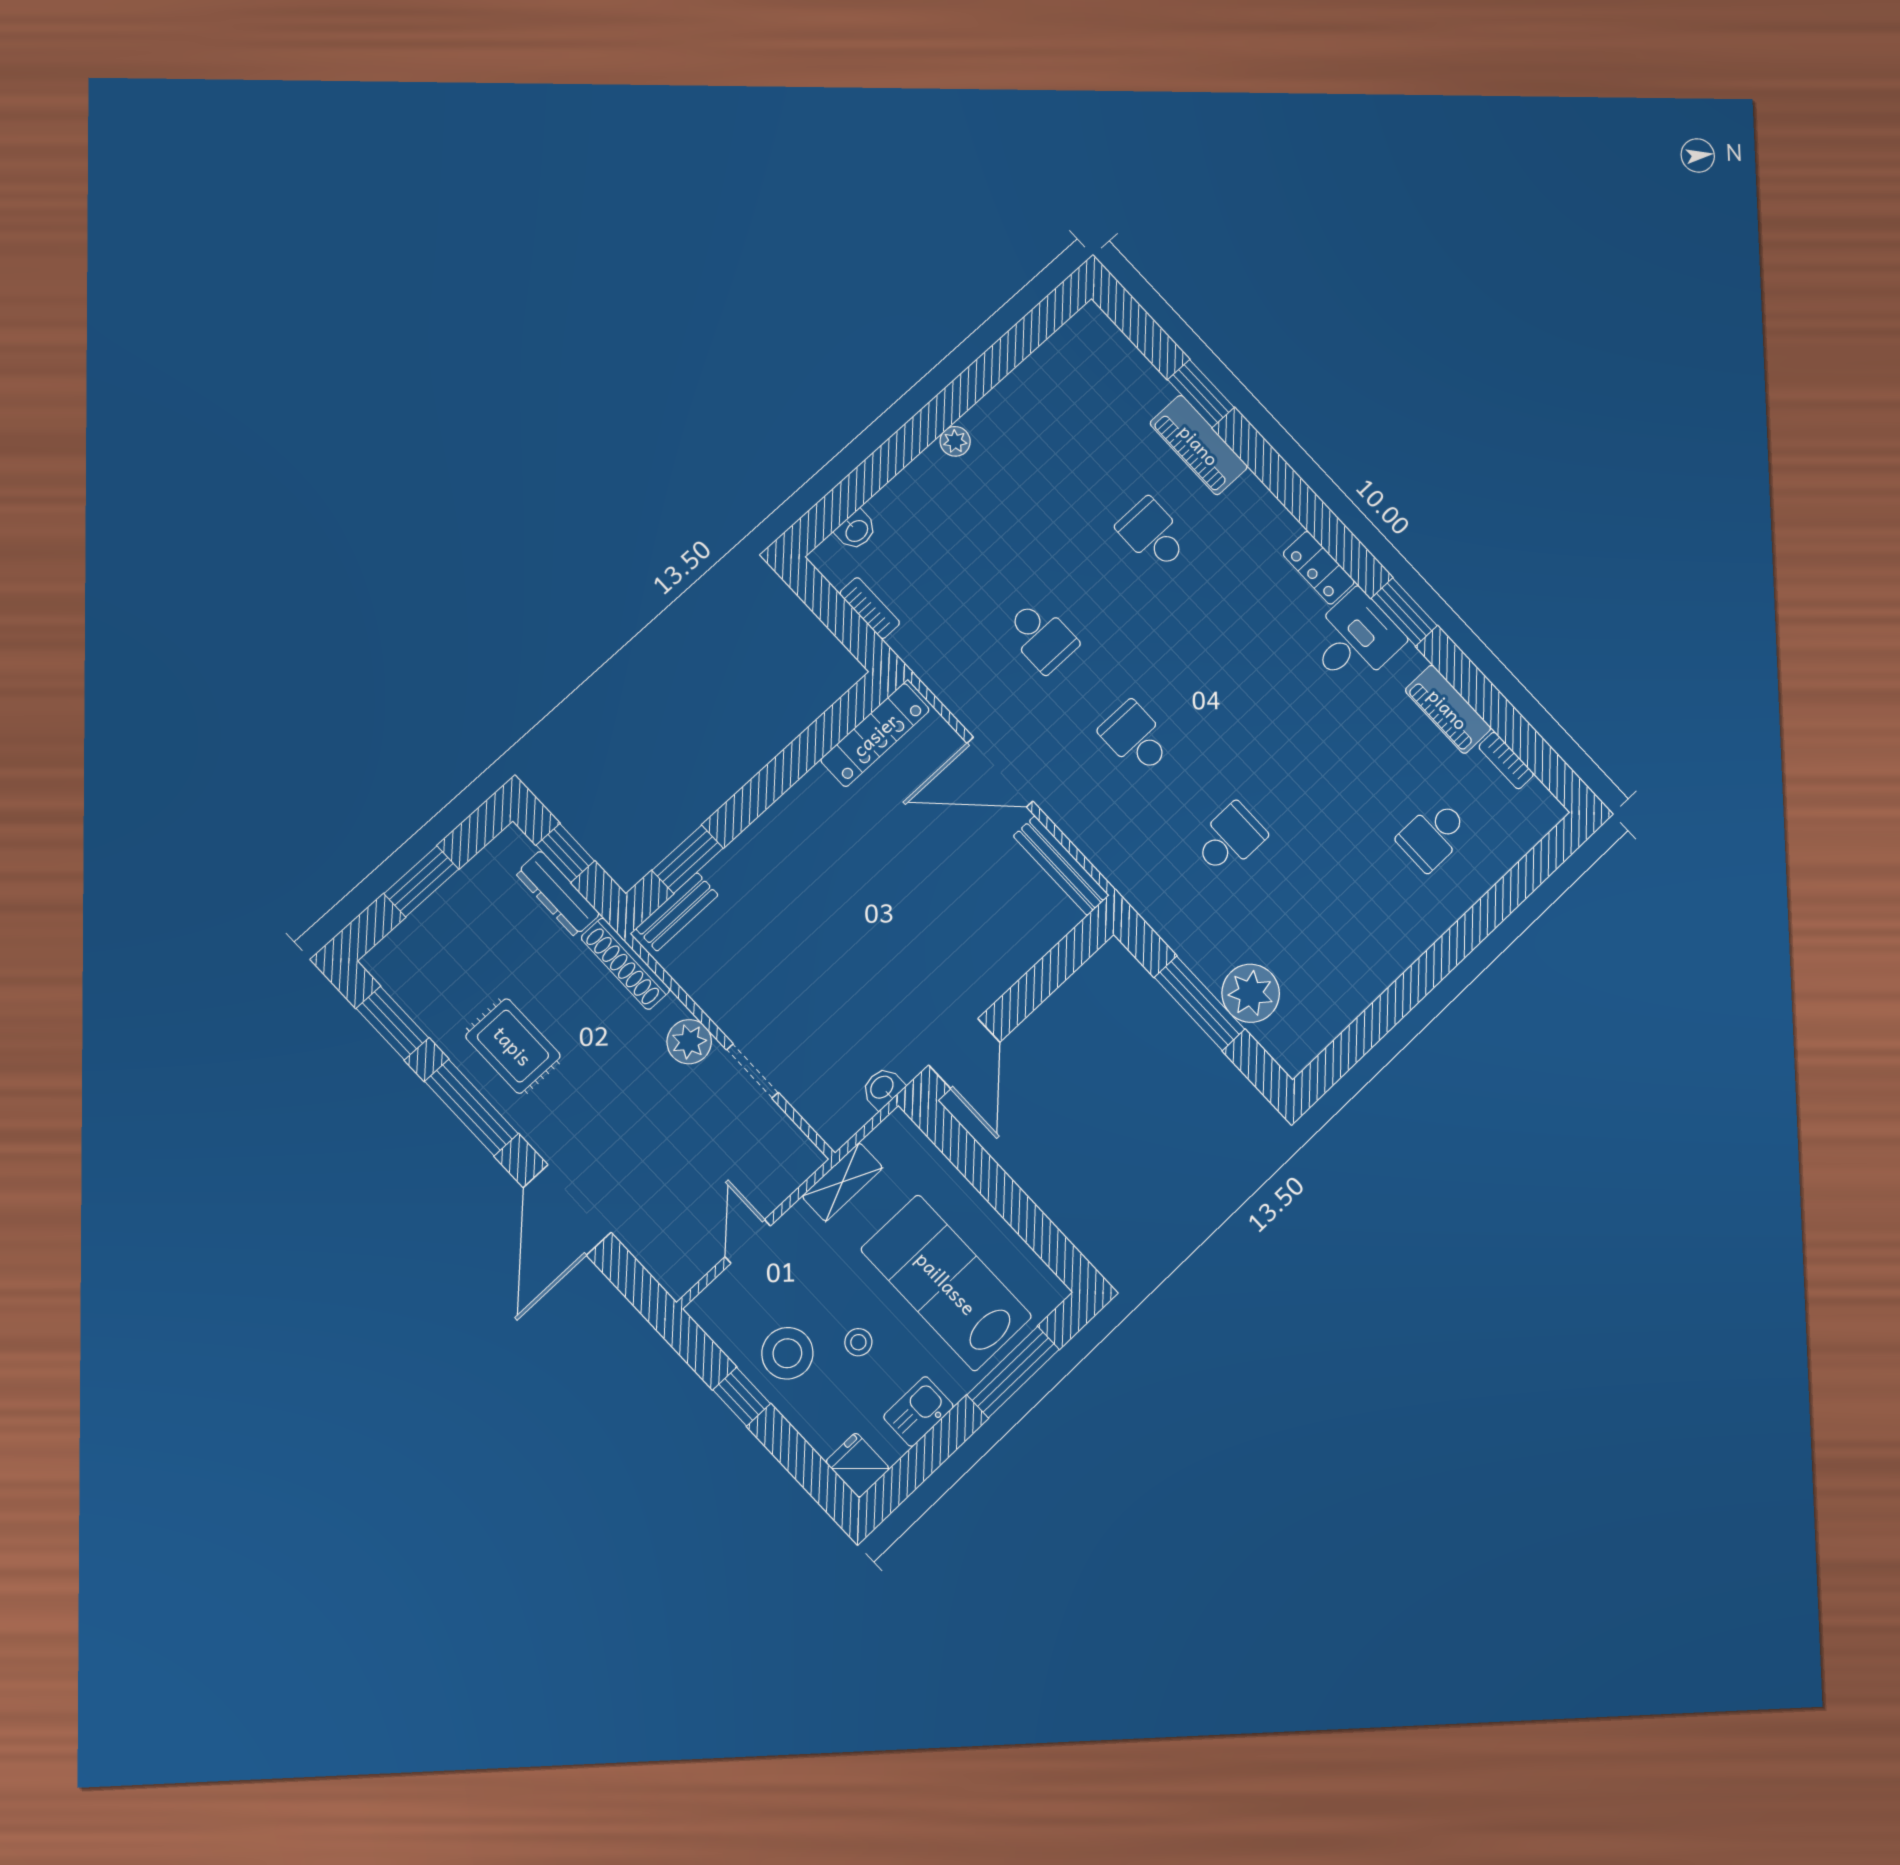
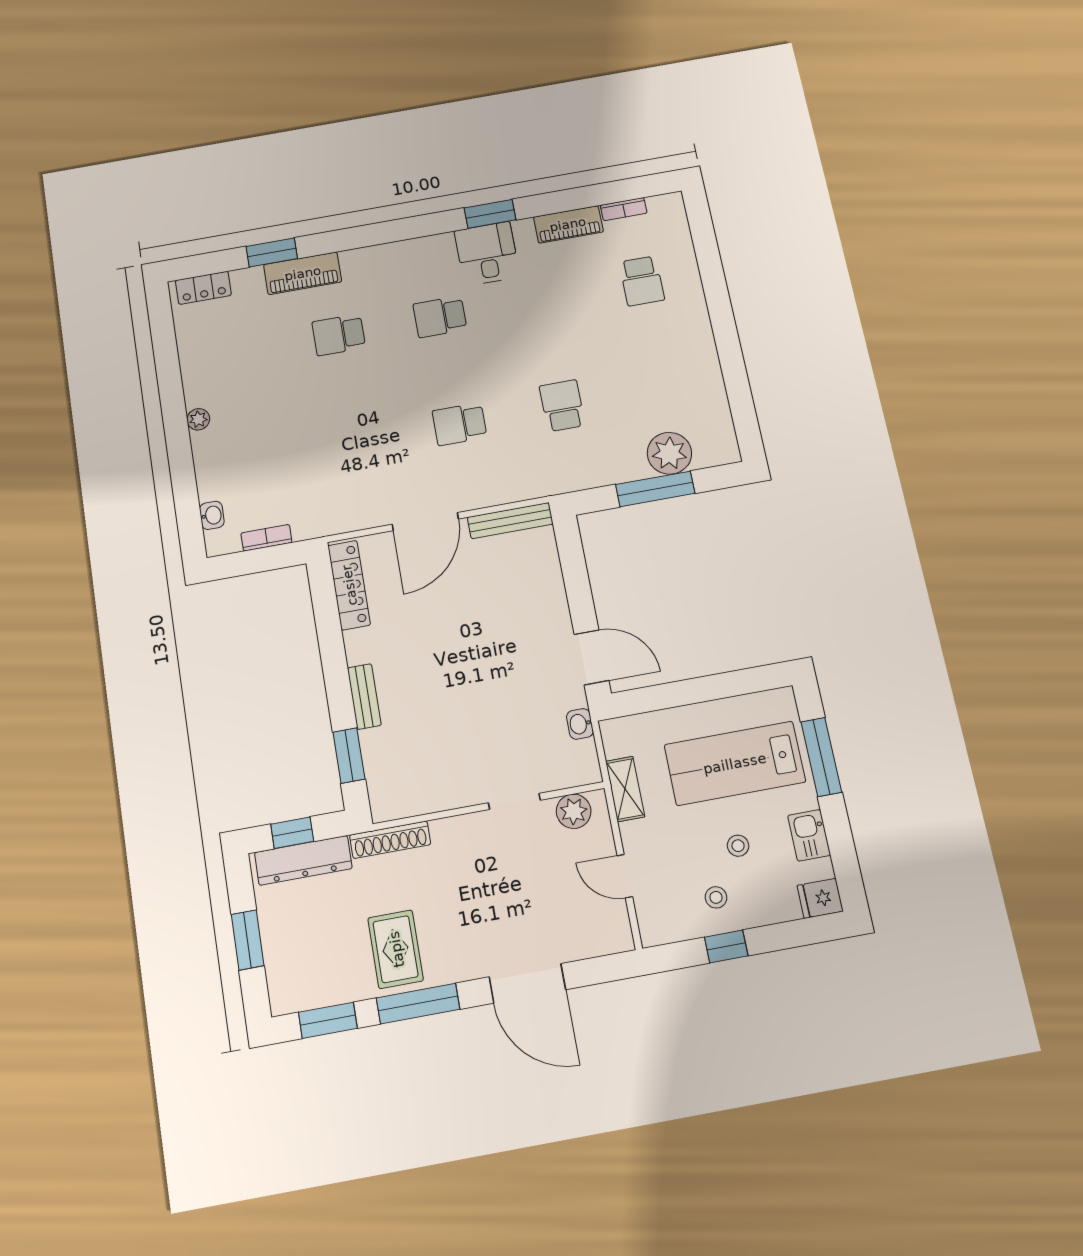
locker: (1319, 568) -> (203, 288), moved
school desk: (1041, 637) -> (440, 317), moved, turned 180
dresser: (558, 894) -> (303, 860), width x1.37, depth x1.24
bench: (677, 912) -> (364, 696), moved
plant: (689, 1042) -> (574, 811), moved
rug: (513, 1046) -> (396, 949), turned 90
stool: (787, 1353) -> (716, 897), width x0.53, depth x0.53

